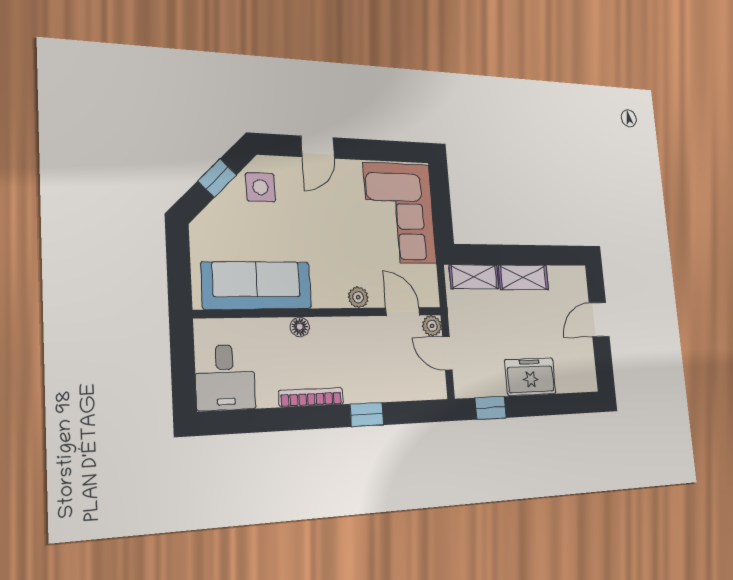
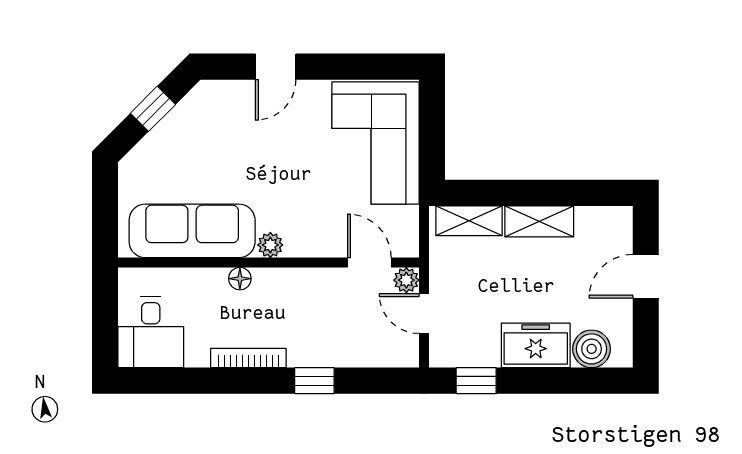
side table: (260, 187) -> (203, 118), removed
plant: (358, 297) -> (270, 245), moved
boiler: (569, 378) -> (592, 349), added

